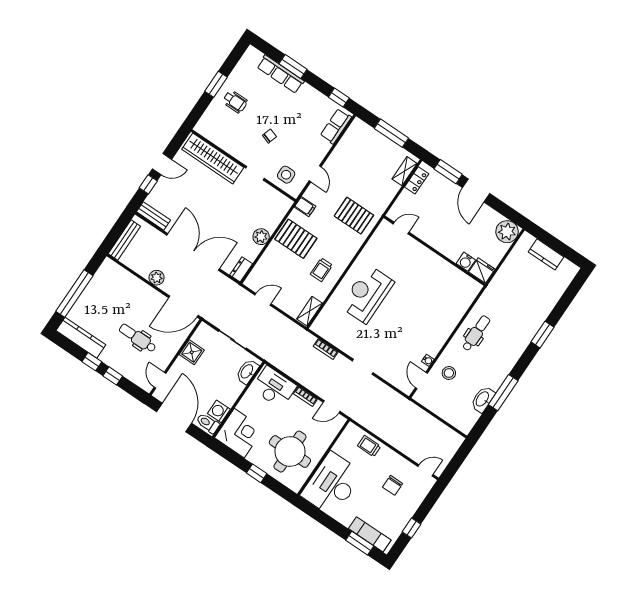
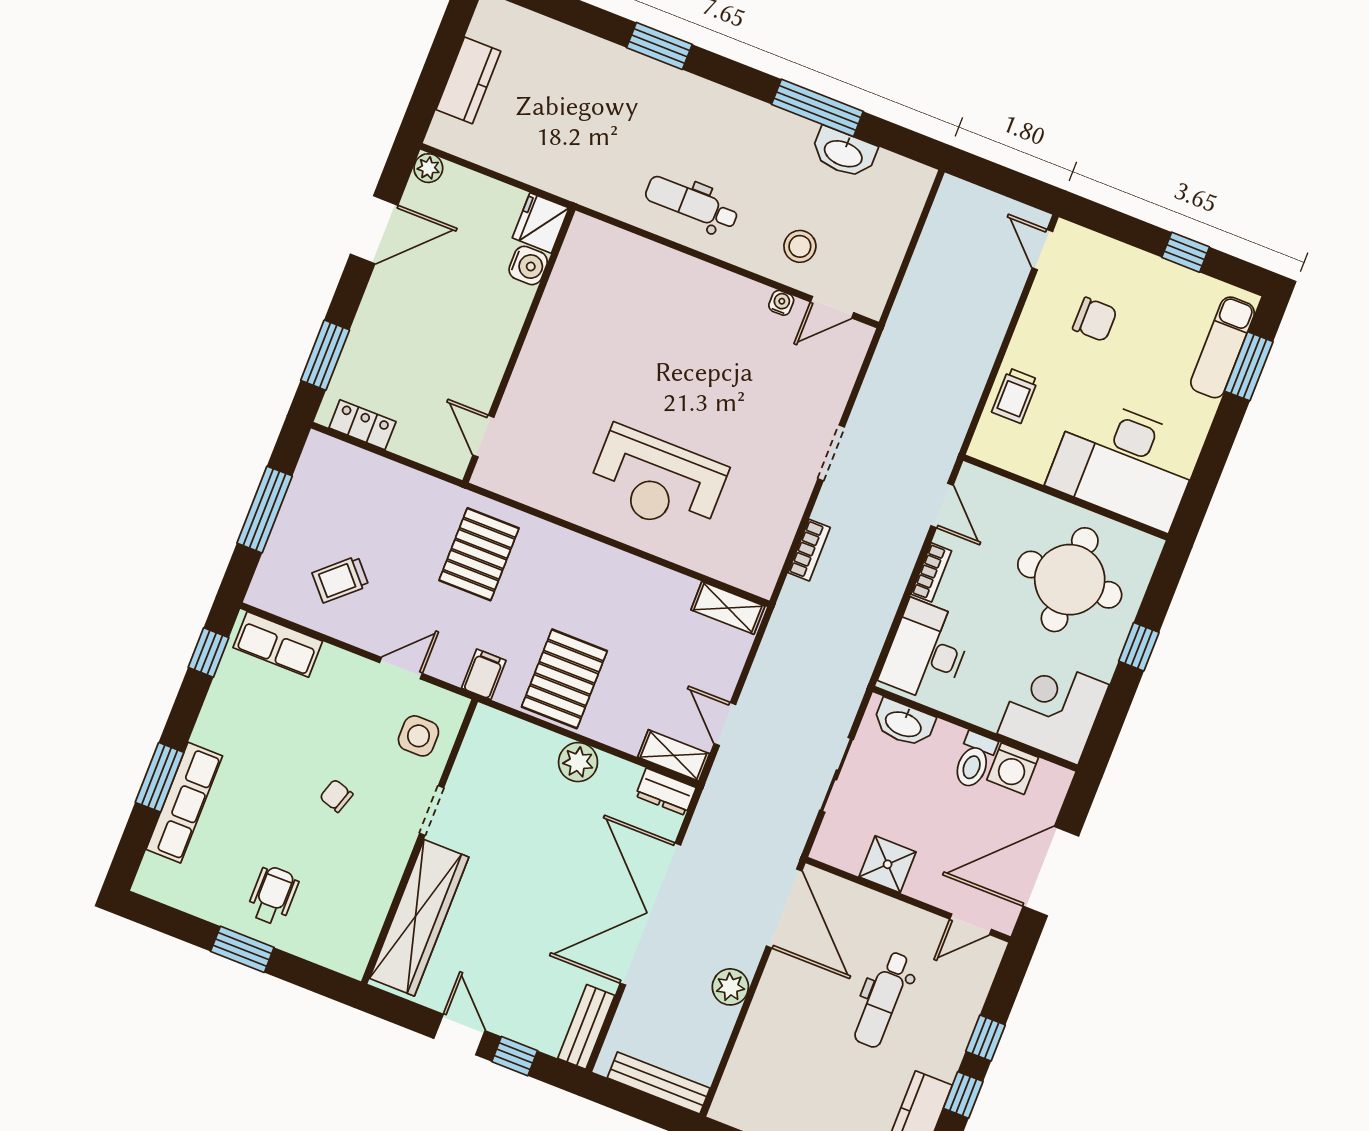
shelving: (405, 171) -> (674, 755), moved
door: (476, 190) -> (374, 230), moved
plant: (507, 232) -> (428, 168), width x0.53, depth x0.53
trolley: (321, 270) -> (340, 579), moved, turned 138
toilet: (208, 423) -> (974, 760), moved

